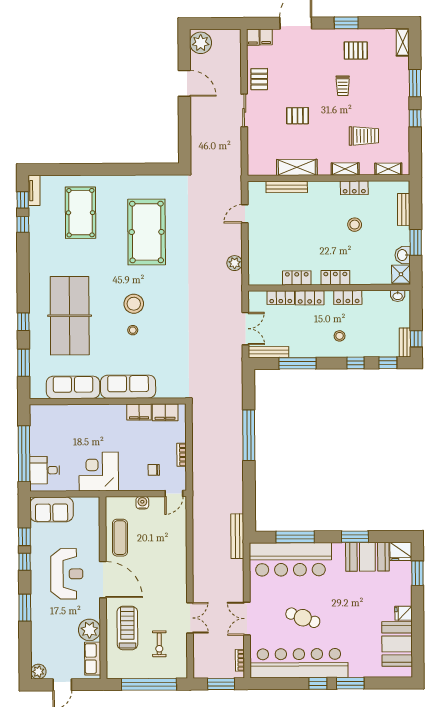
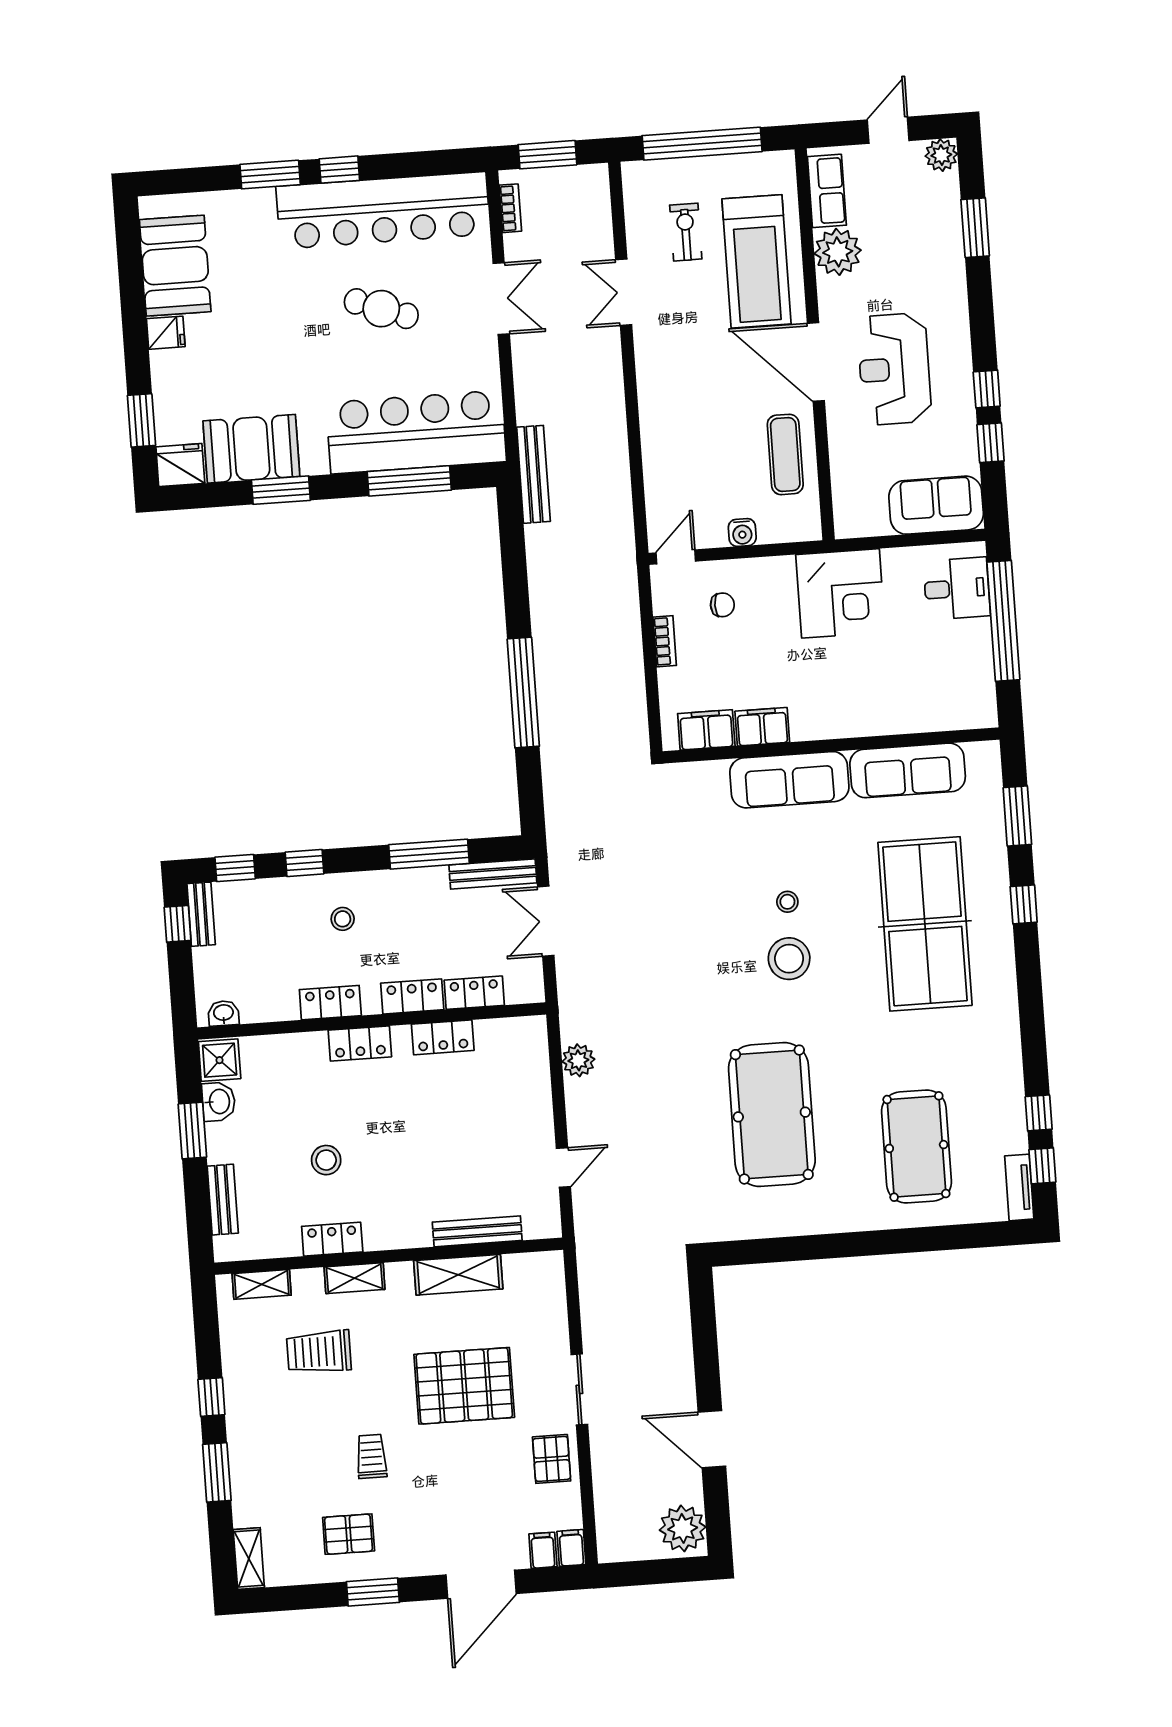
pallet: (298, 116) -> (464, 1386), width x2.05, depth x2.00
window: (25, 608) -> (975, 228), moved
treadmill: (127, 628) -> (757, 261), width x1.37, depth x1.38

